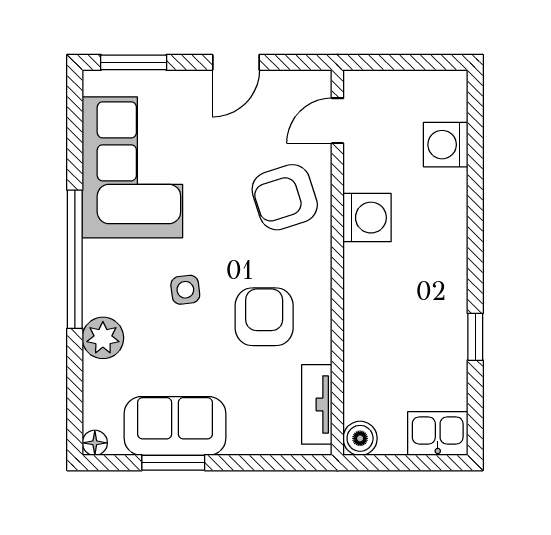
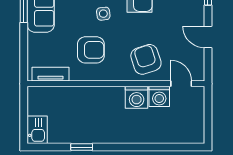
washing machine: (446, 145) -> (159, 96), moved, turned 180
boiler: (360, 438) -> (35, 94), removed

